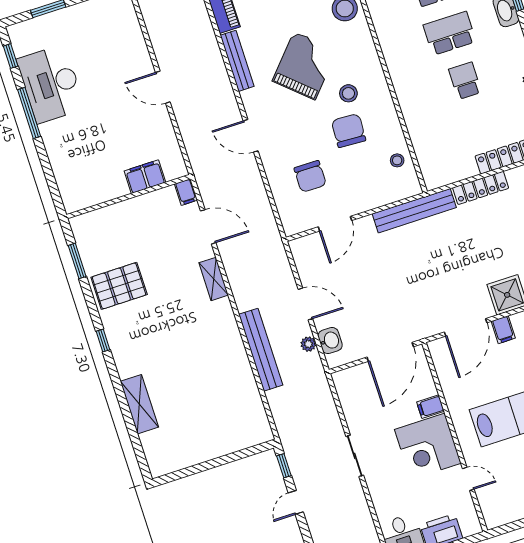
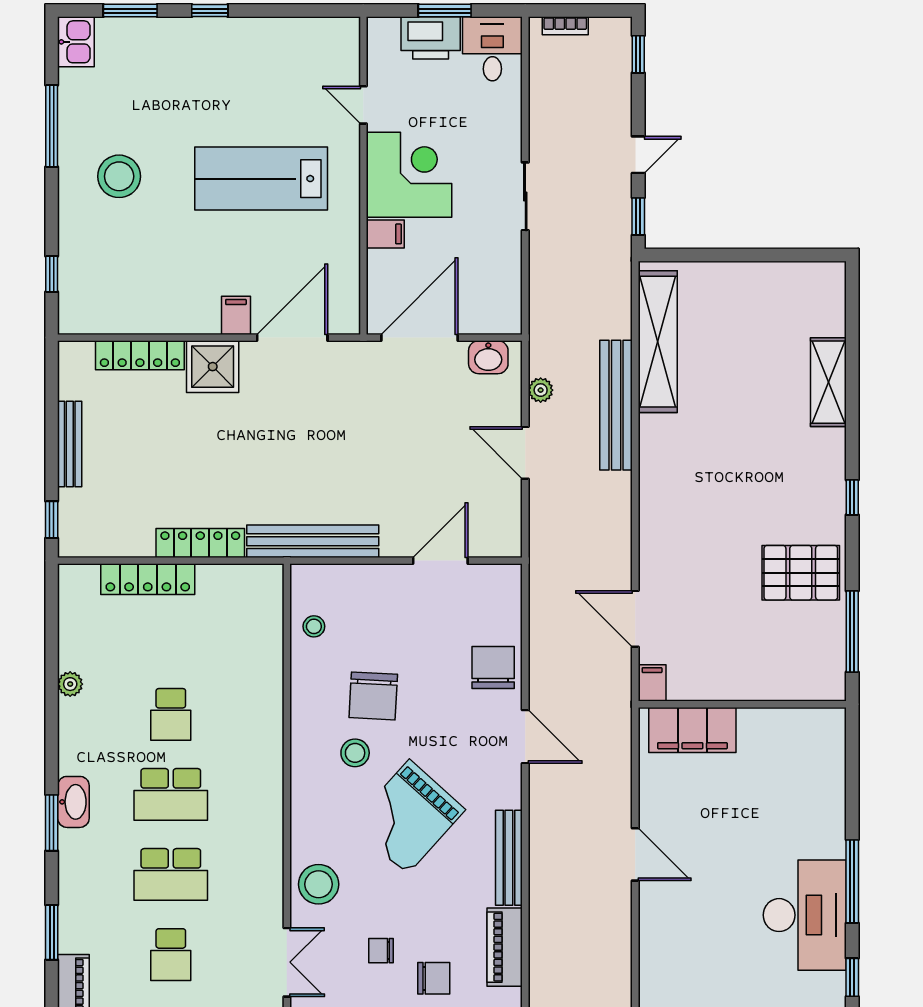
chair: (310, 176) -> (493, 668), moved
filing cabinet: (145, 177) -> (692, 730), width x1.50, depth x1.17
window: (77, 261) -> (852, 632), width x1.44
shelving: (214, 279) -> (658, 342), moved, width x2.20, depth x1.33
washbasin: (330, 341) -> (488, 357), moved, turned -90

